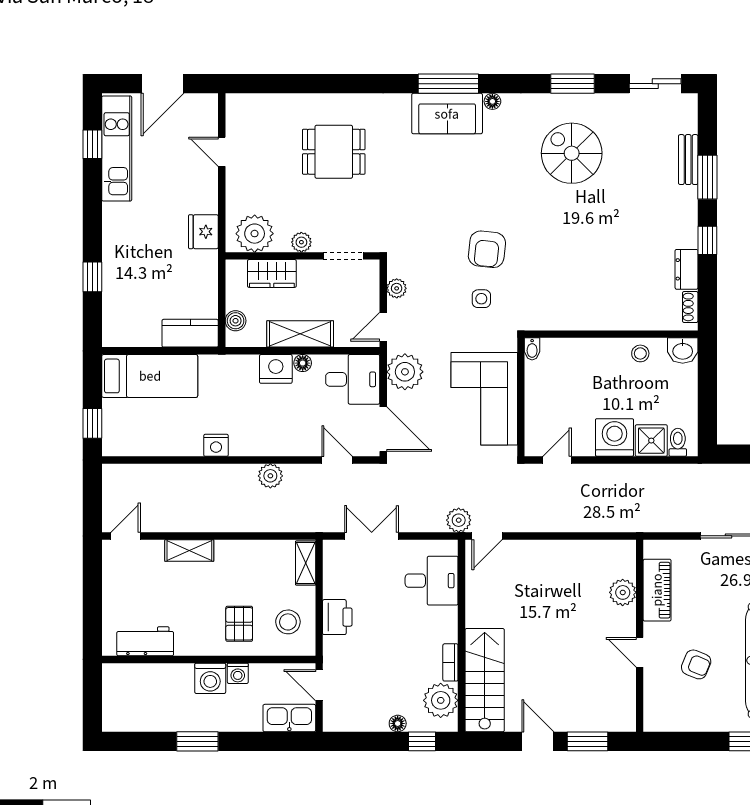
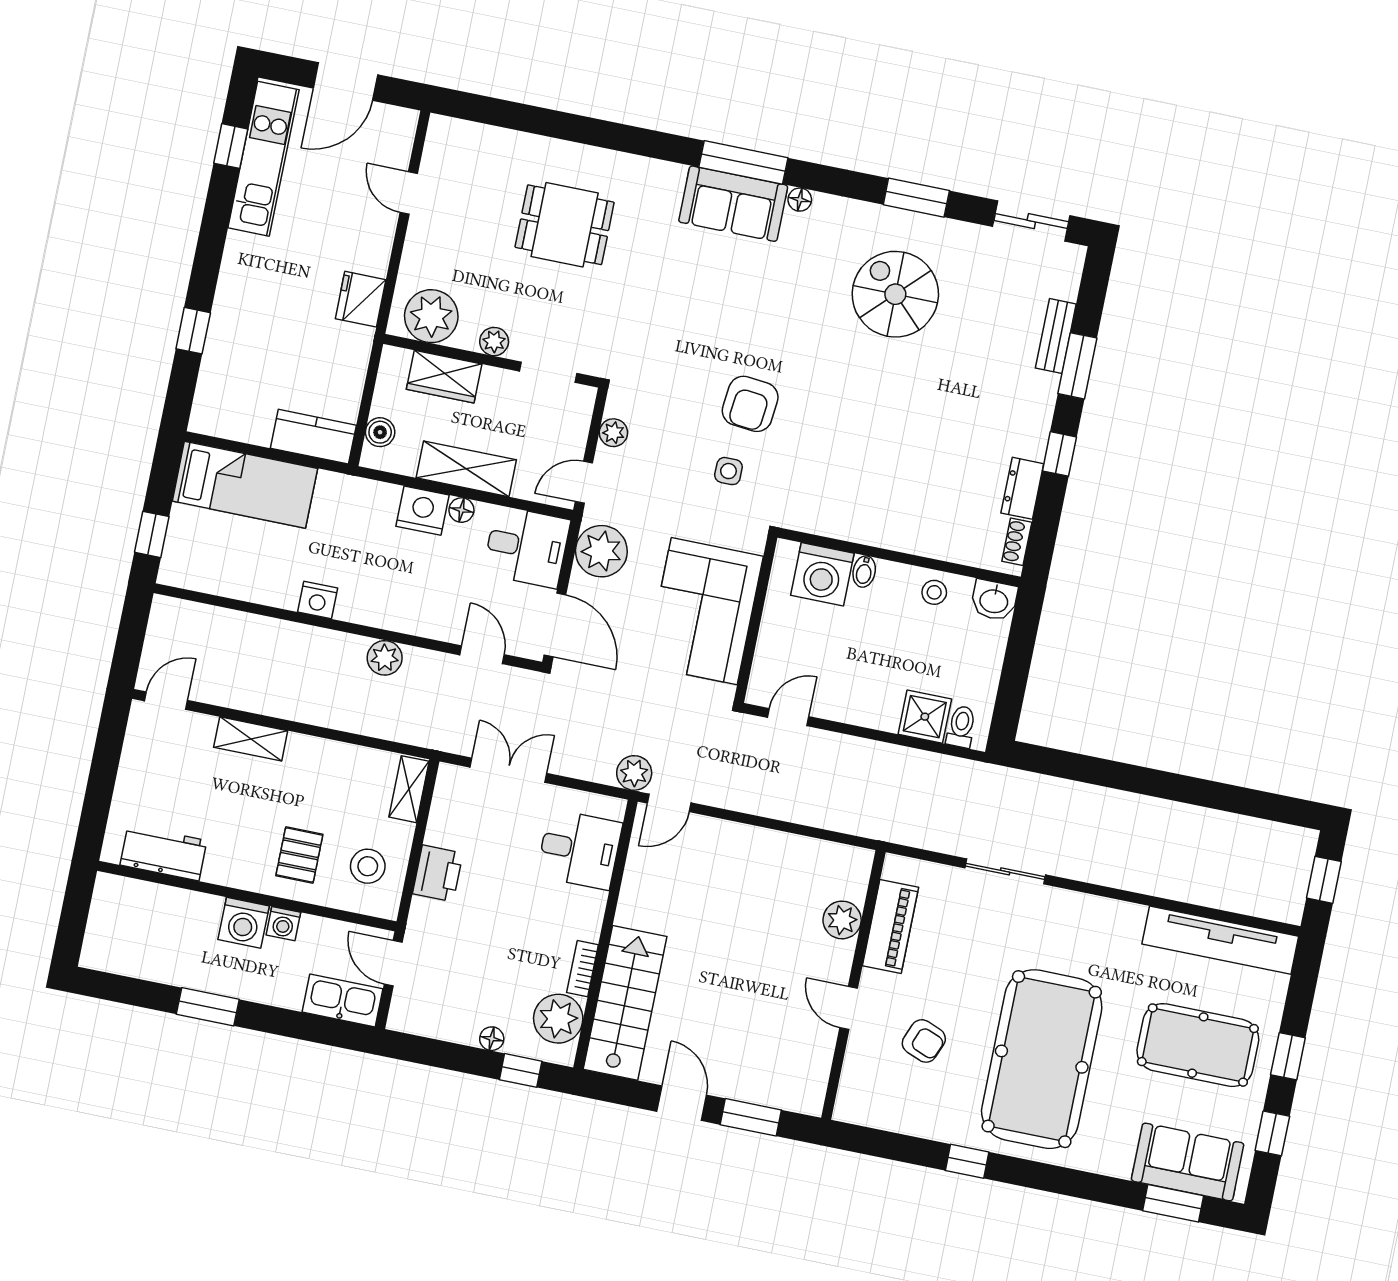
bidet: (532, 349) -> (864, 572), moved
washing machine: (614, 437) -> (822, 574), moved, turned 180

